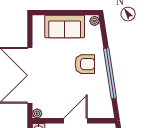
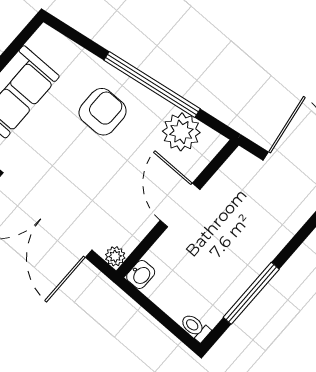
plant: (94, 21) -> (181, 132), moved, width x1.88, depth x1.88

